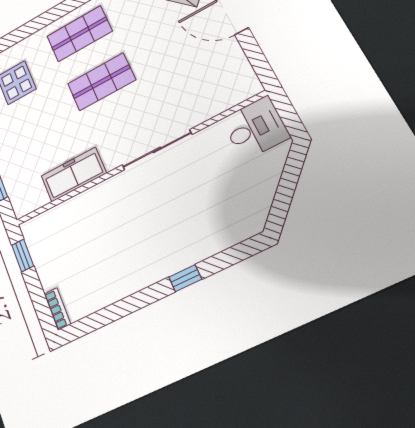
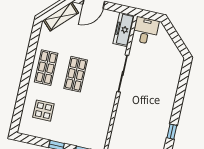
freezer: (74, 175) -> (124, 30), moved
window: (185, 278) -> (172, 132), moved

